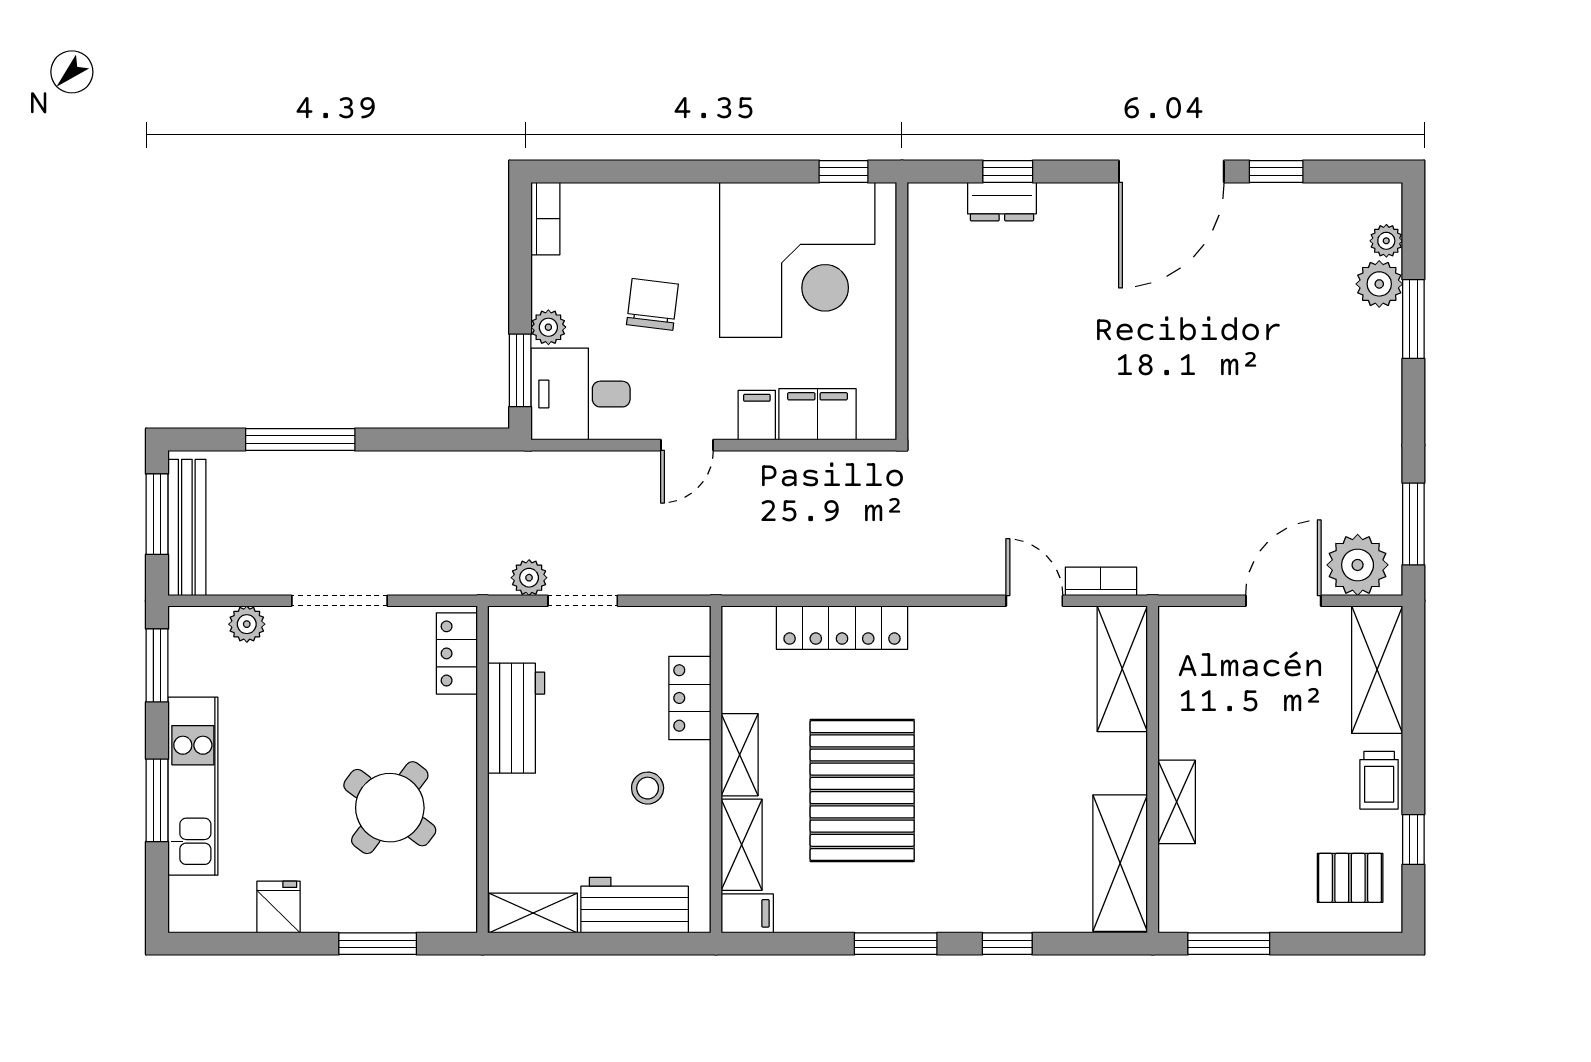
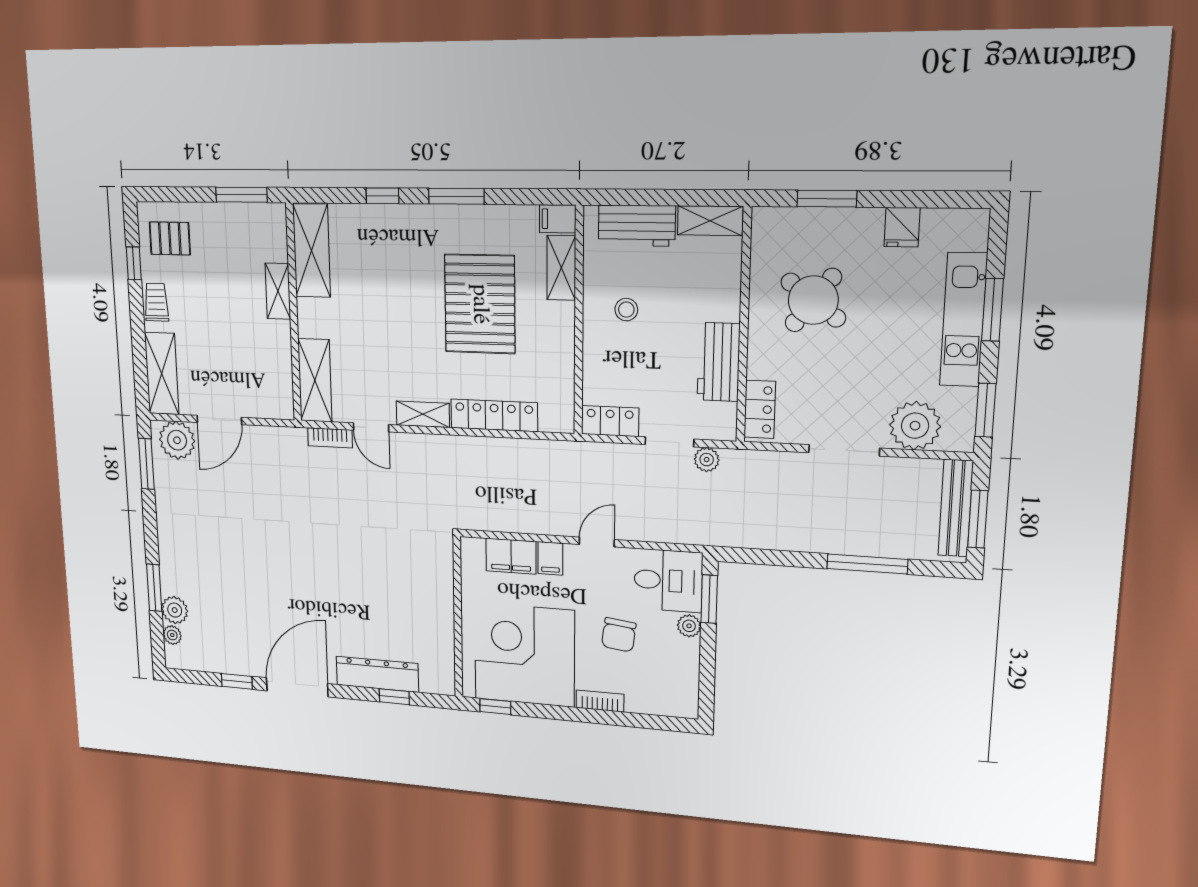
dresser: (1002, 202) -> (377, 674), width x1.96, depth x1.24
bookcase: (545, 219) -> (600, 701), moved, turned 90
plant: (247, 624) -> (915, 426), width x1.88, depth x1.88
locker: (690, 698) -> (610, 421), moved, turned -90
shelving: (740, 755) -> (423, 414), moved, turned 90

